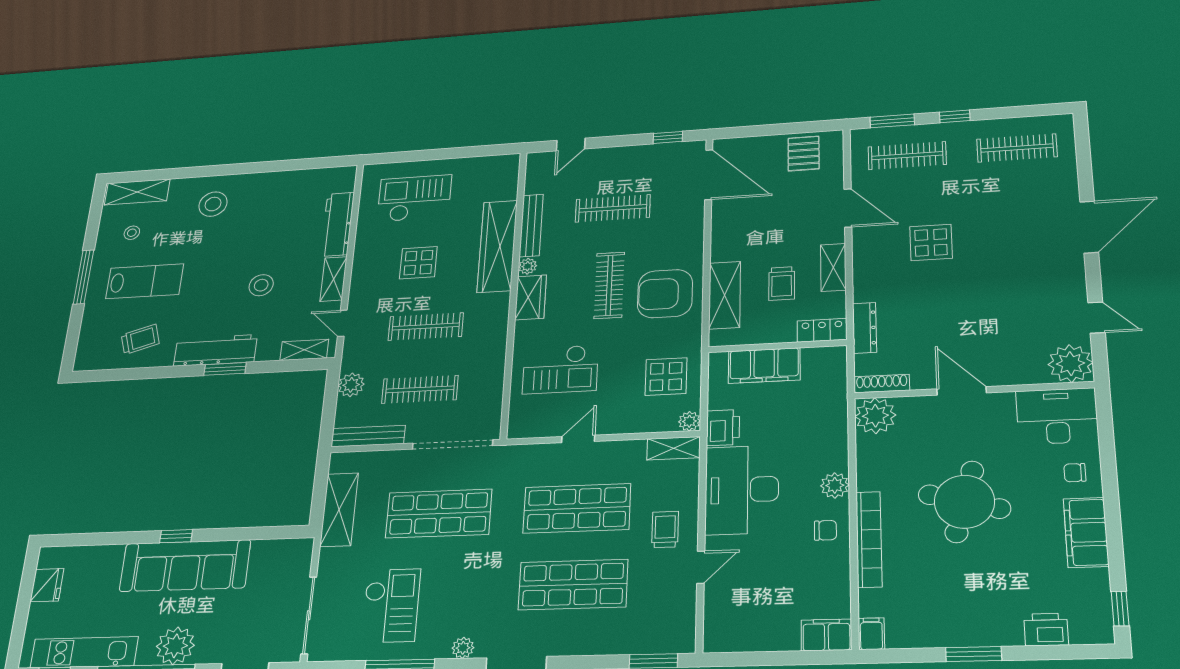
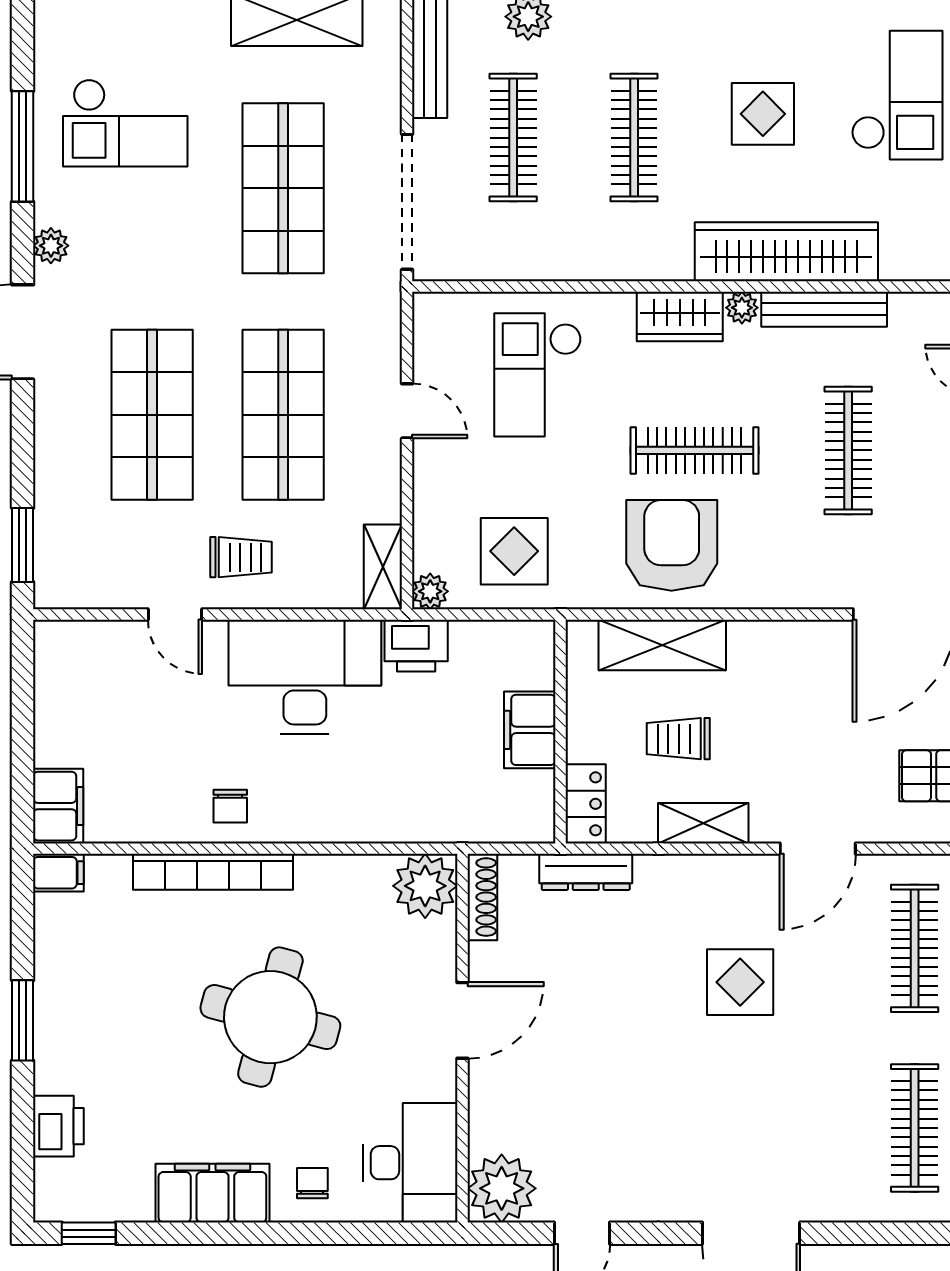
filing cabinet: (764, 366) -> (530, 730), width x0.67, depth x0.86
plant: (835, 485) -> (306, 821), removed

